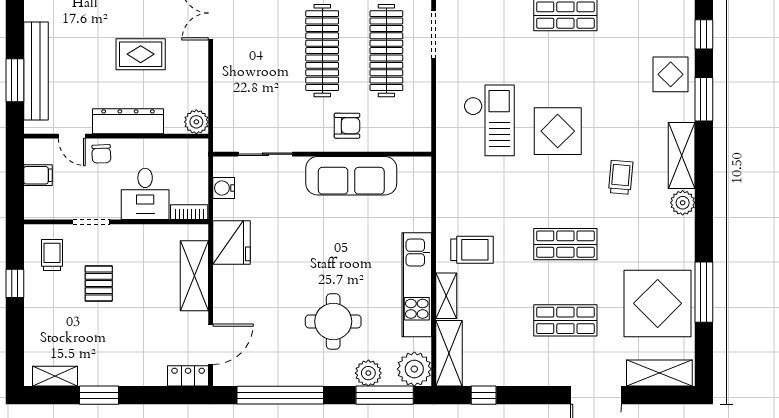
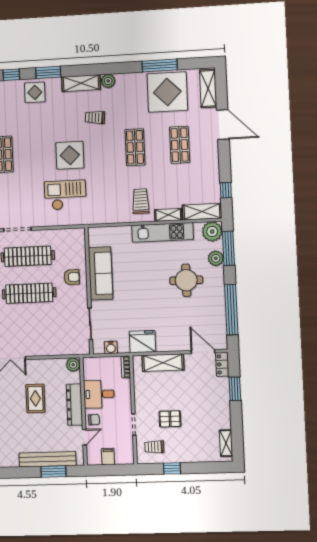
armchair: (347, 126) -> (72, 277), turned 90
desk: (145, 194) -> (99, 394), moved, turned 180
window: (99, 395) -> (235, 389), moved

